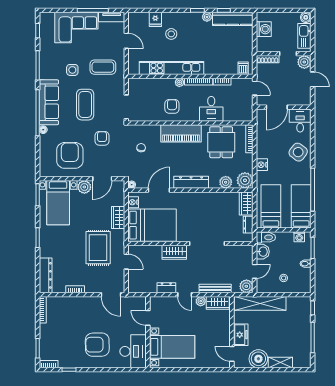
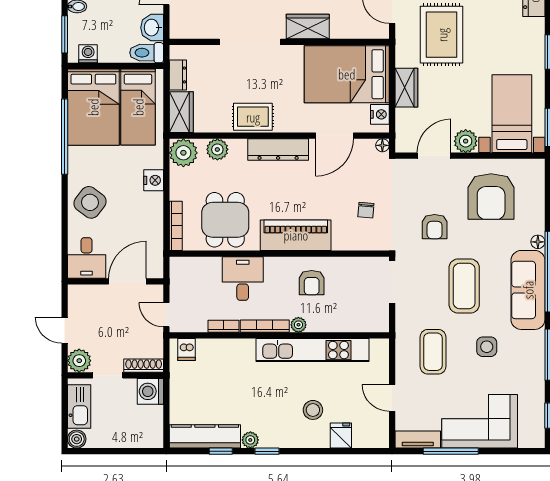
washing machine: (264, 29) -> (150, 391), moved
coffee table: (103, 67) -> (433, 352), turned 90
rug: (205, 201) -> (253, 117), added
bed: (301, 206) -> (93, 107), width x1.50

